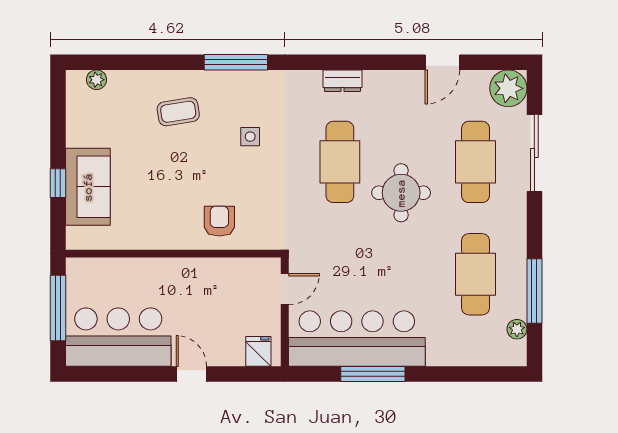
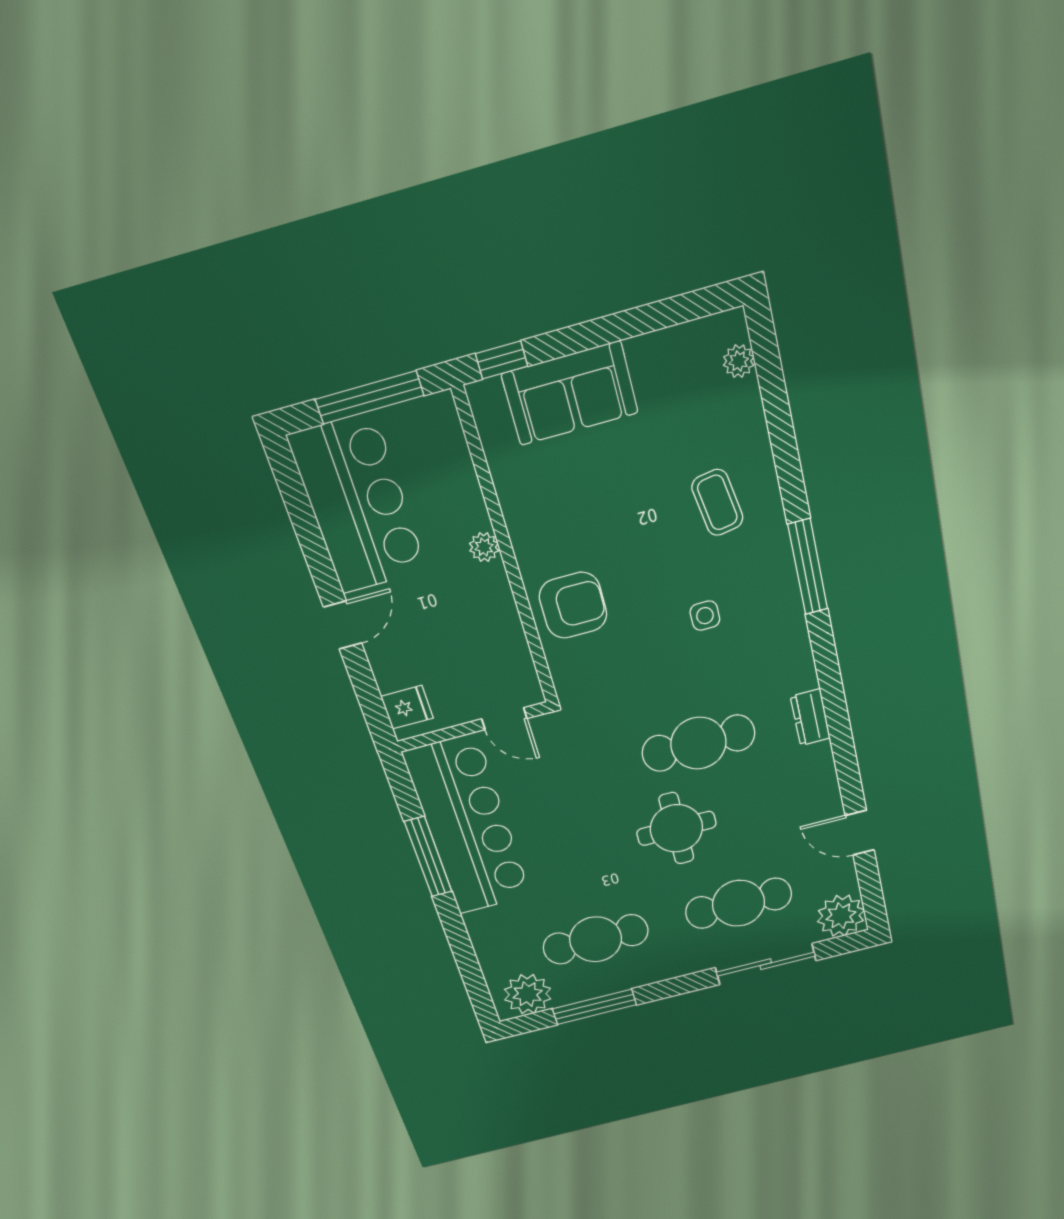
window: (58, 183) -> (502, 360), moved
armchair: (219, 221) -> (573, 605), width x1.38, depth x1.38
plant: (166, 267) -> (484, 547), added
plant: (517, 329) -> (528, 994), width x1.88, depth x1.88

